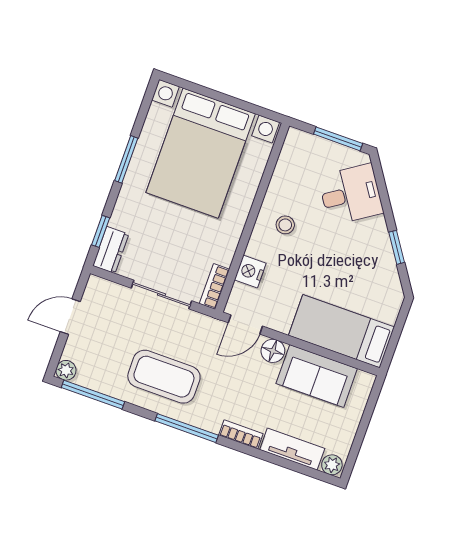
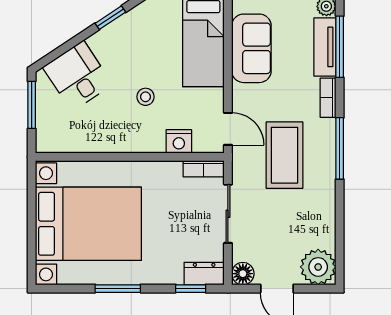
stool: (285, 225) -> (146, 97), moved
floor lamp: (273, 351) -> (243, 274), moved
plant: (66, 370) -> (318, 267), width x1.88, depth x1.88
coffee table: (164, 377) -> (284, 155), moved
window: (93, 395) -> (340, 47), moved

